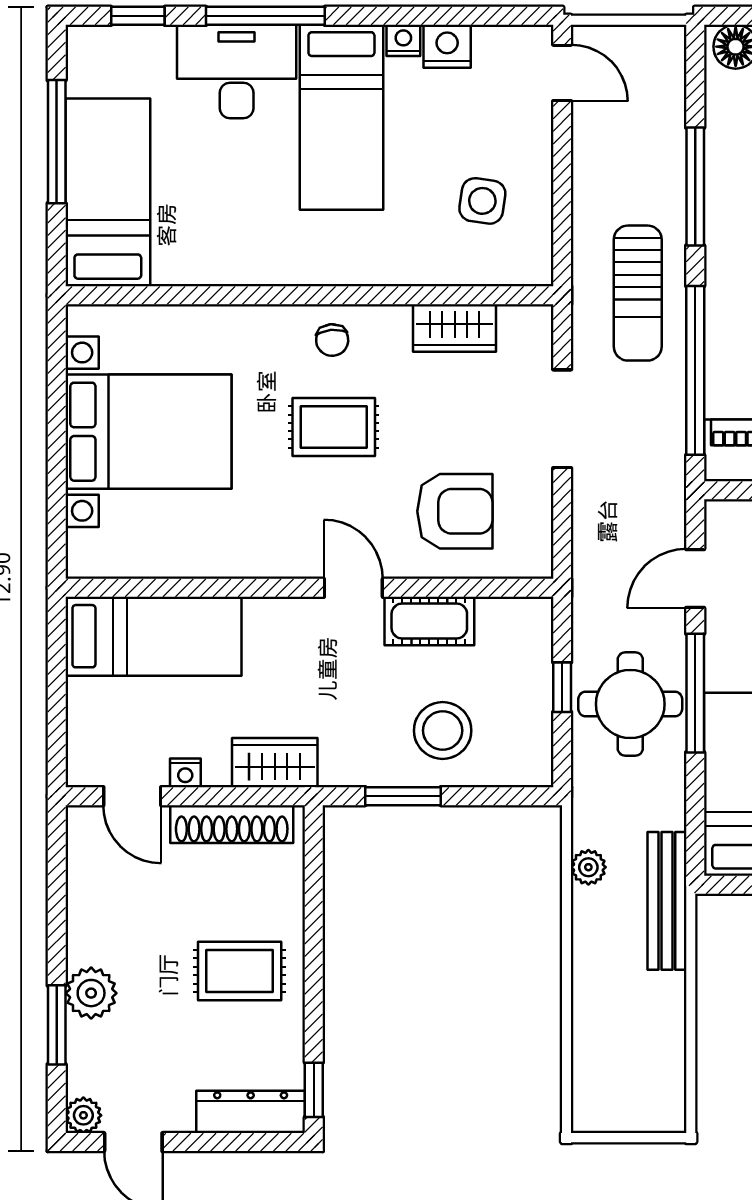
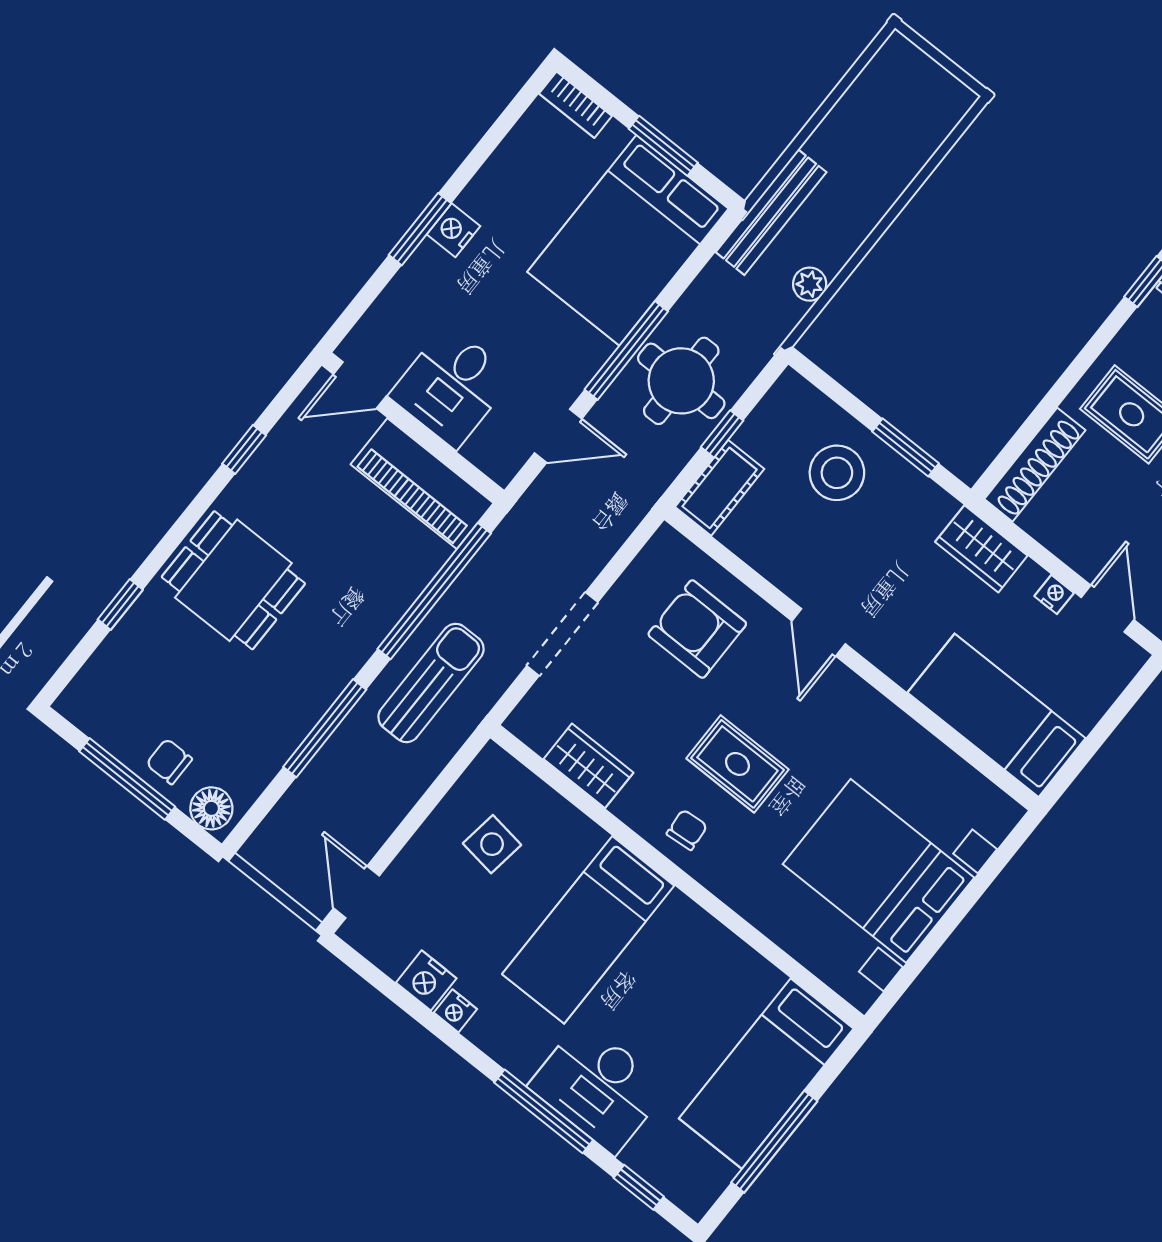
bed: (341, 117) -> (588, 930), moved, turned 180
cot: (429, 621) -> (720, 488), moved, turned 90
shoe rack: (232, 824) -> (1035, 465), moved, turned 90

